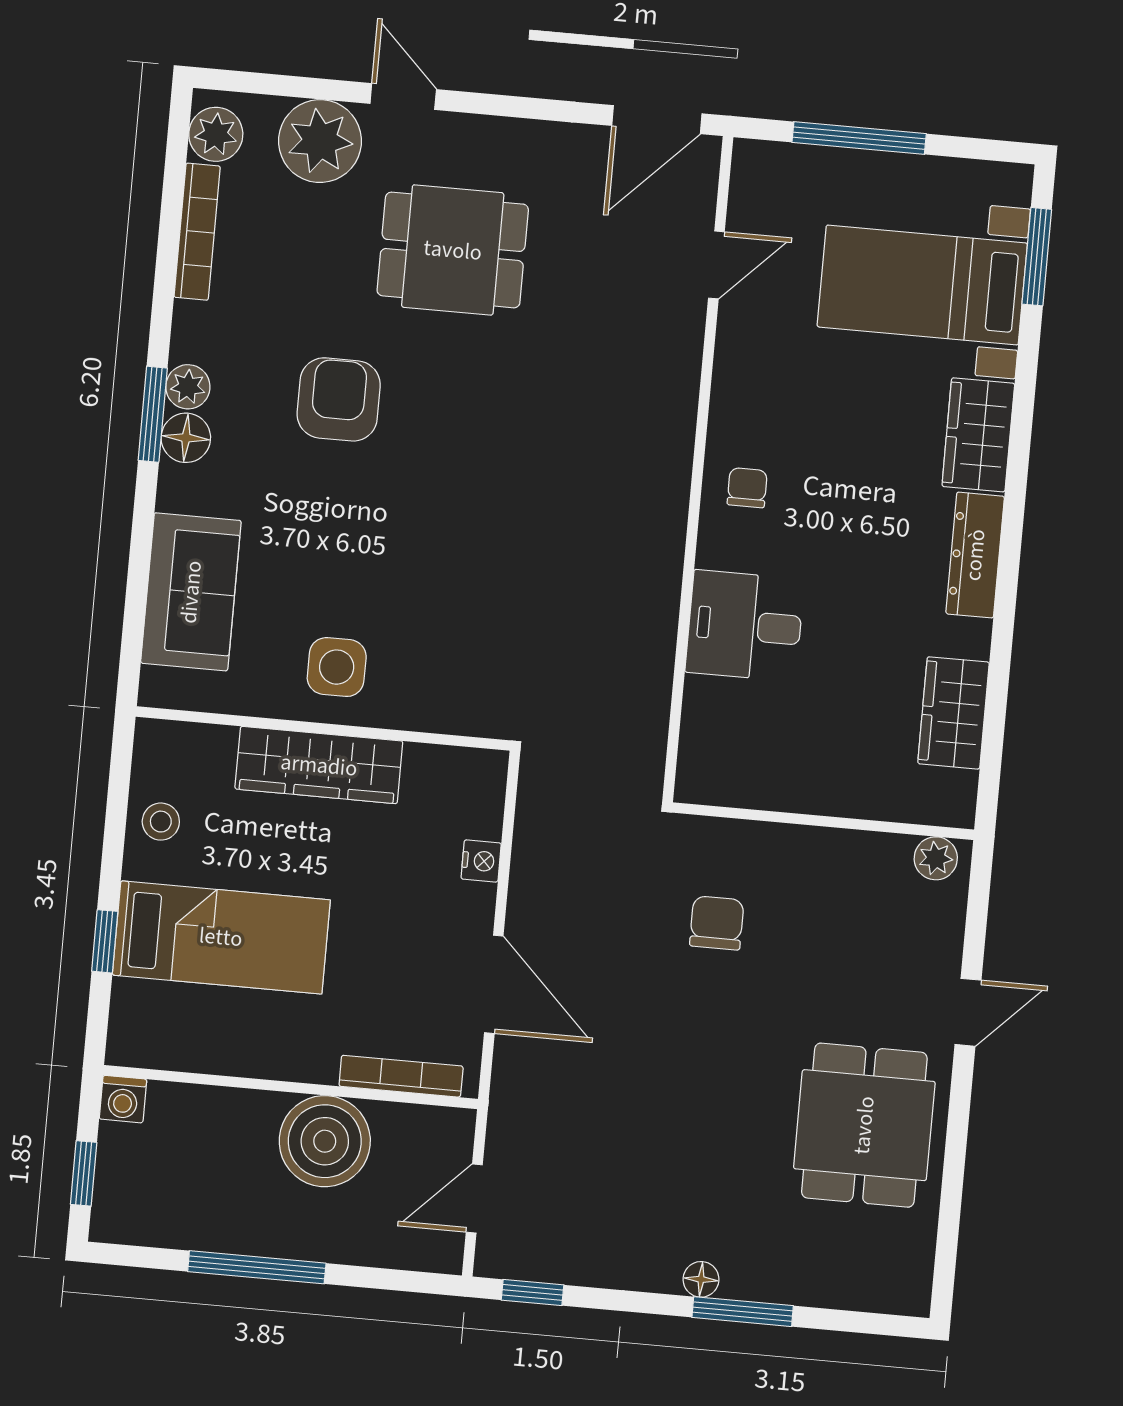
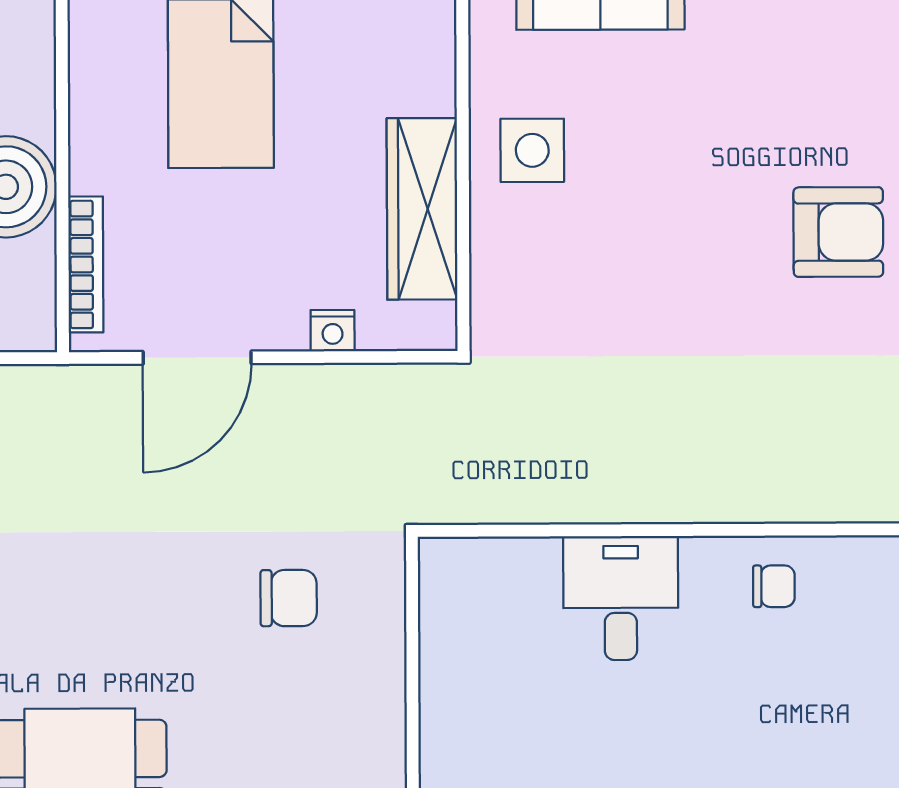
armchair: (339, 399) -> (838, 232), moved
wardrobe: (319, 765) -> (422, 209), moved

